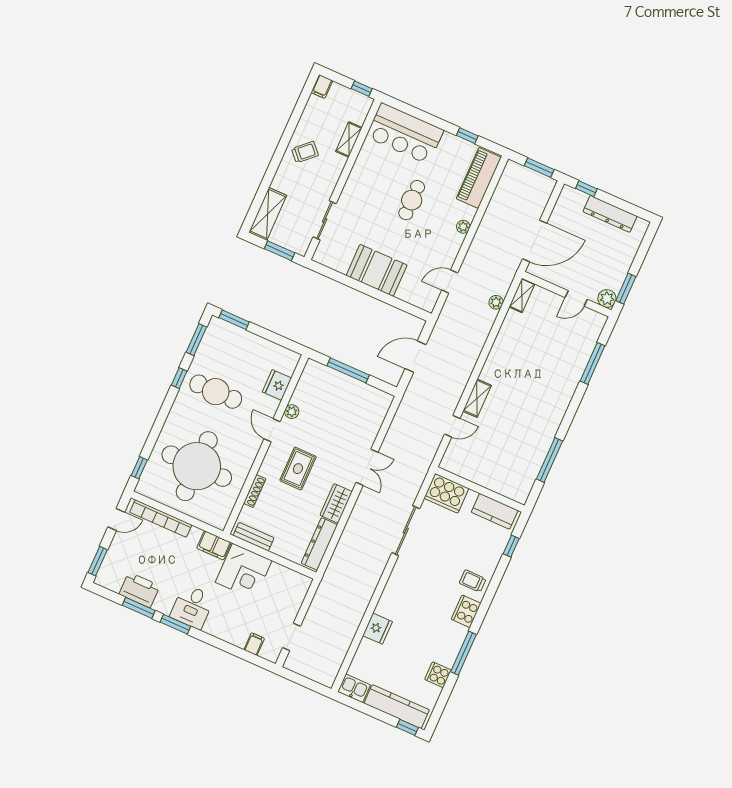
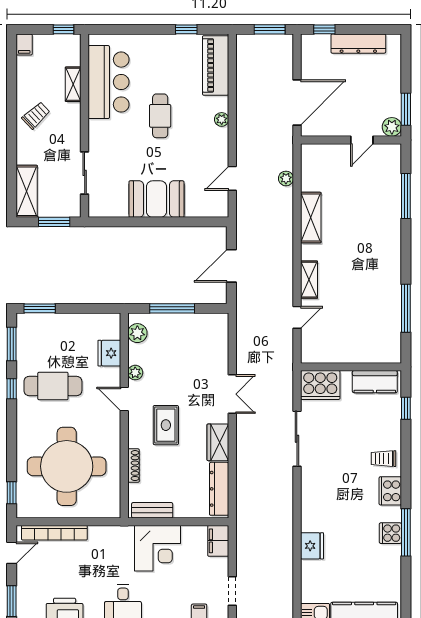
bar counter: (405, 133) -> (109, 82), moved, turned -90
shelving: (522, 295) -> (311, 218), moved, width x1.50, depth x1.33
plant: (309, 378) -> (137, 333), added
filing cabinet: (214, 545) -> (218, 541), moved, turned 90
cooker: (438, 675) -> (390, 533), moved

